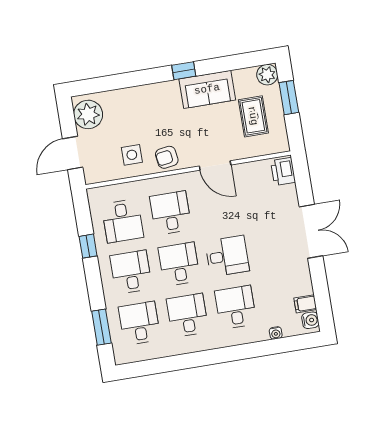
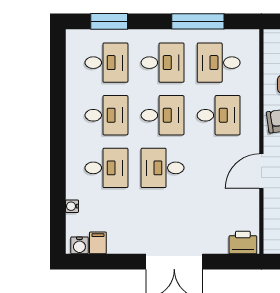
window: (88, 246) -> (198, 21), width x2.17
desk: (227, 256) -> (163, 168), turned 90

